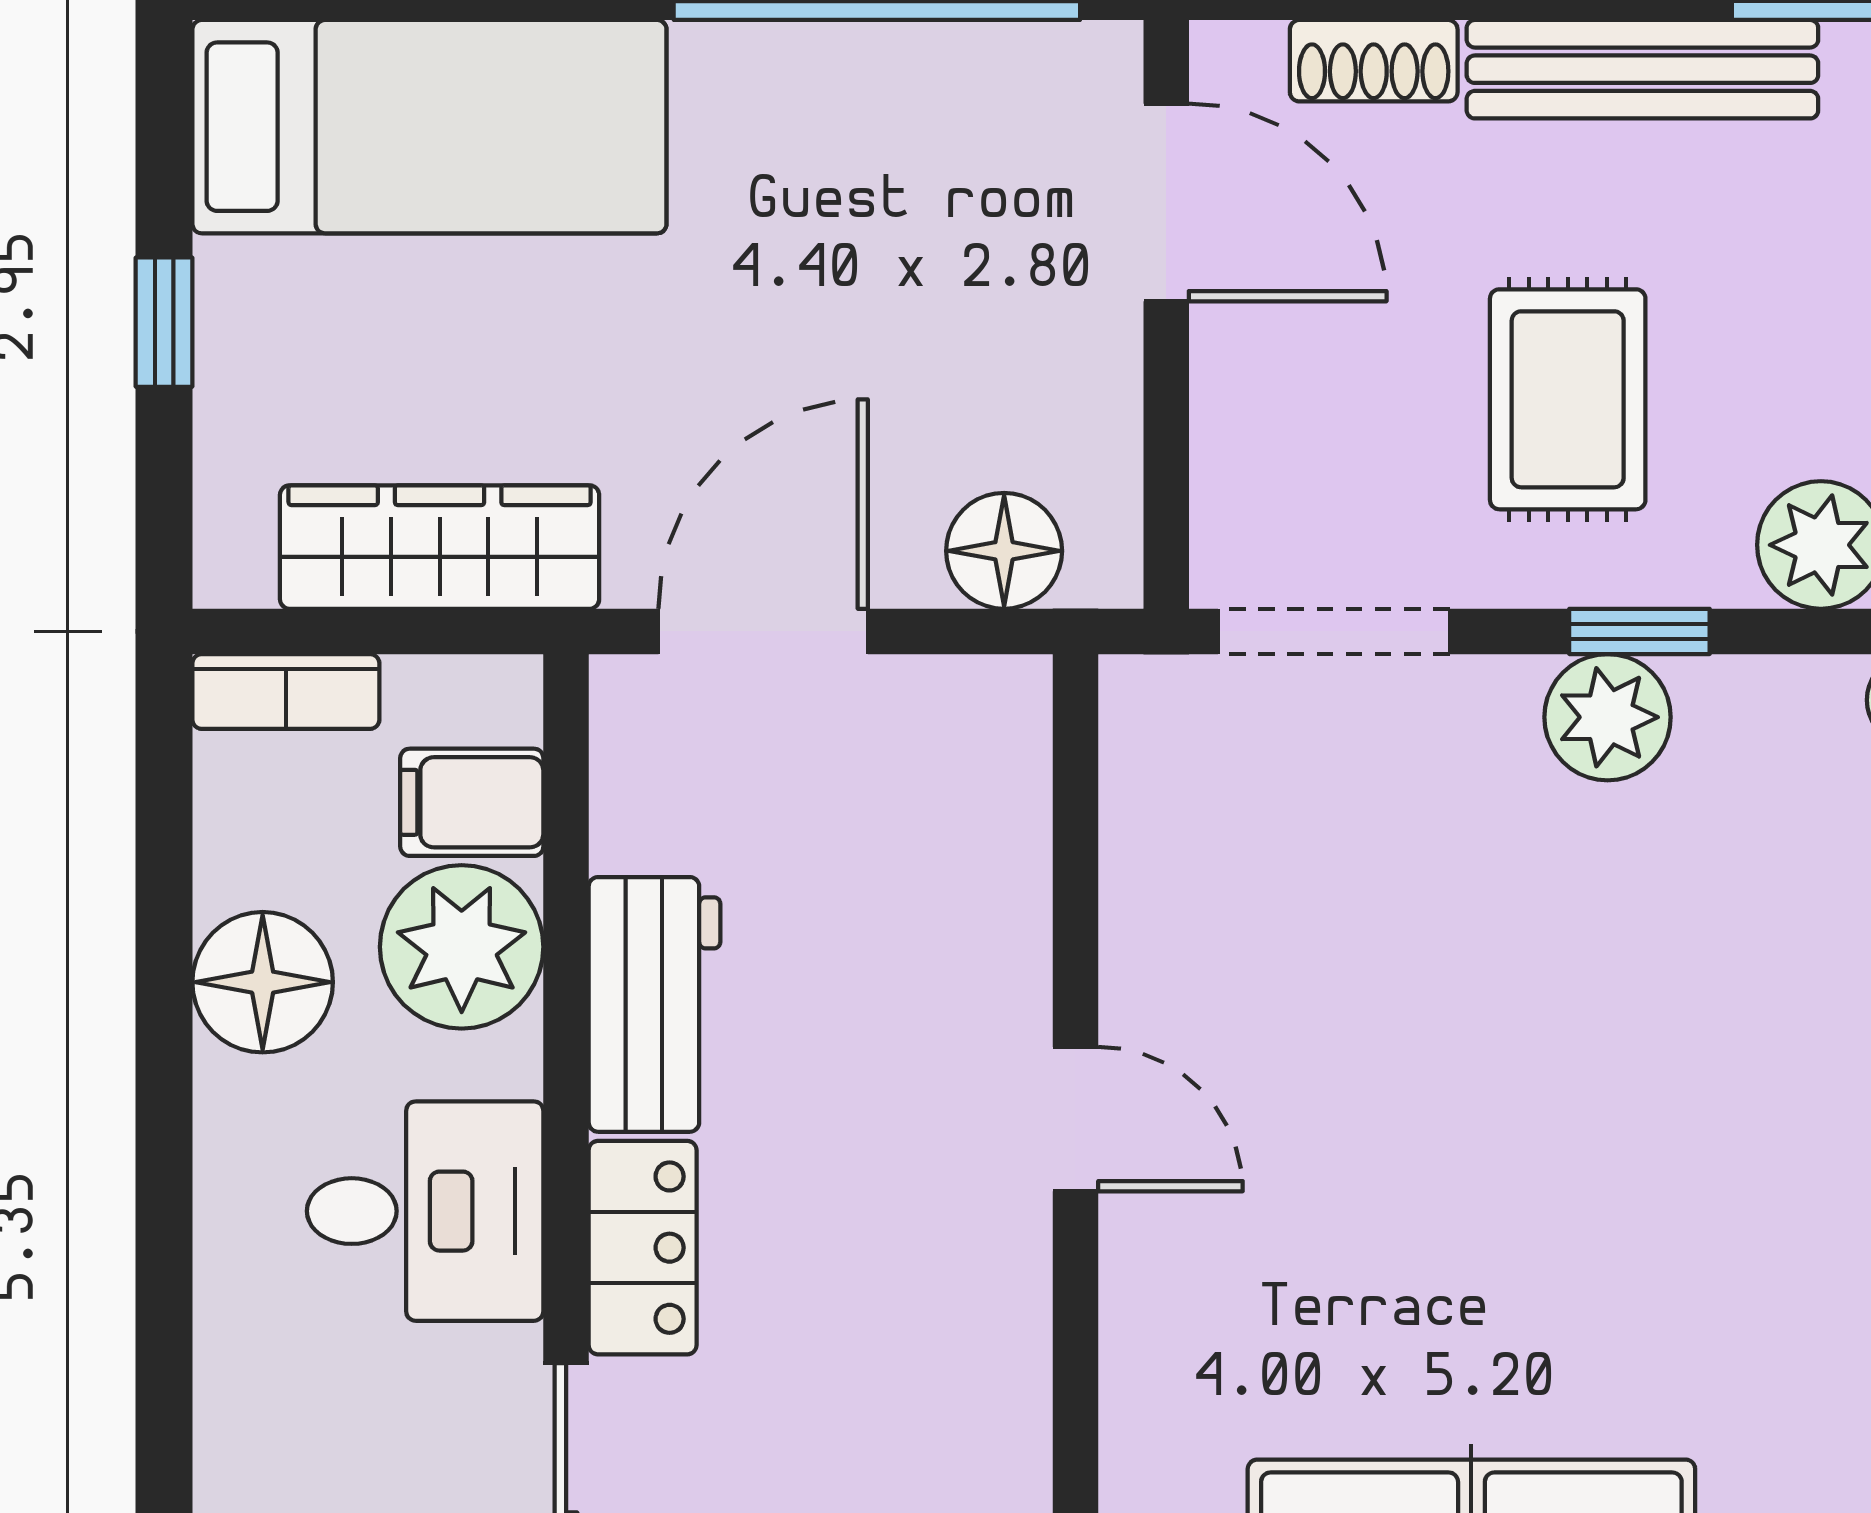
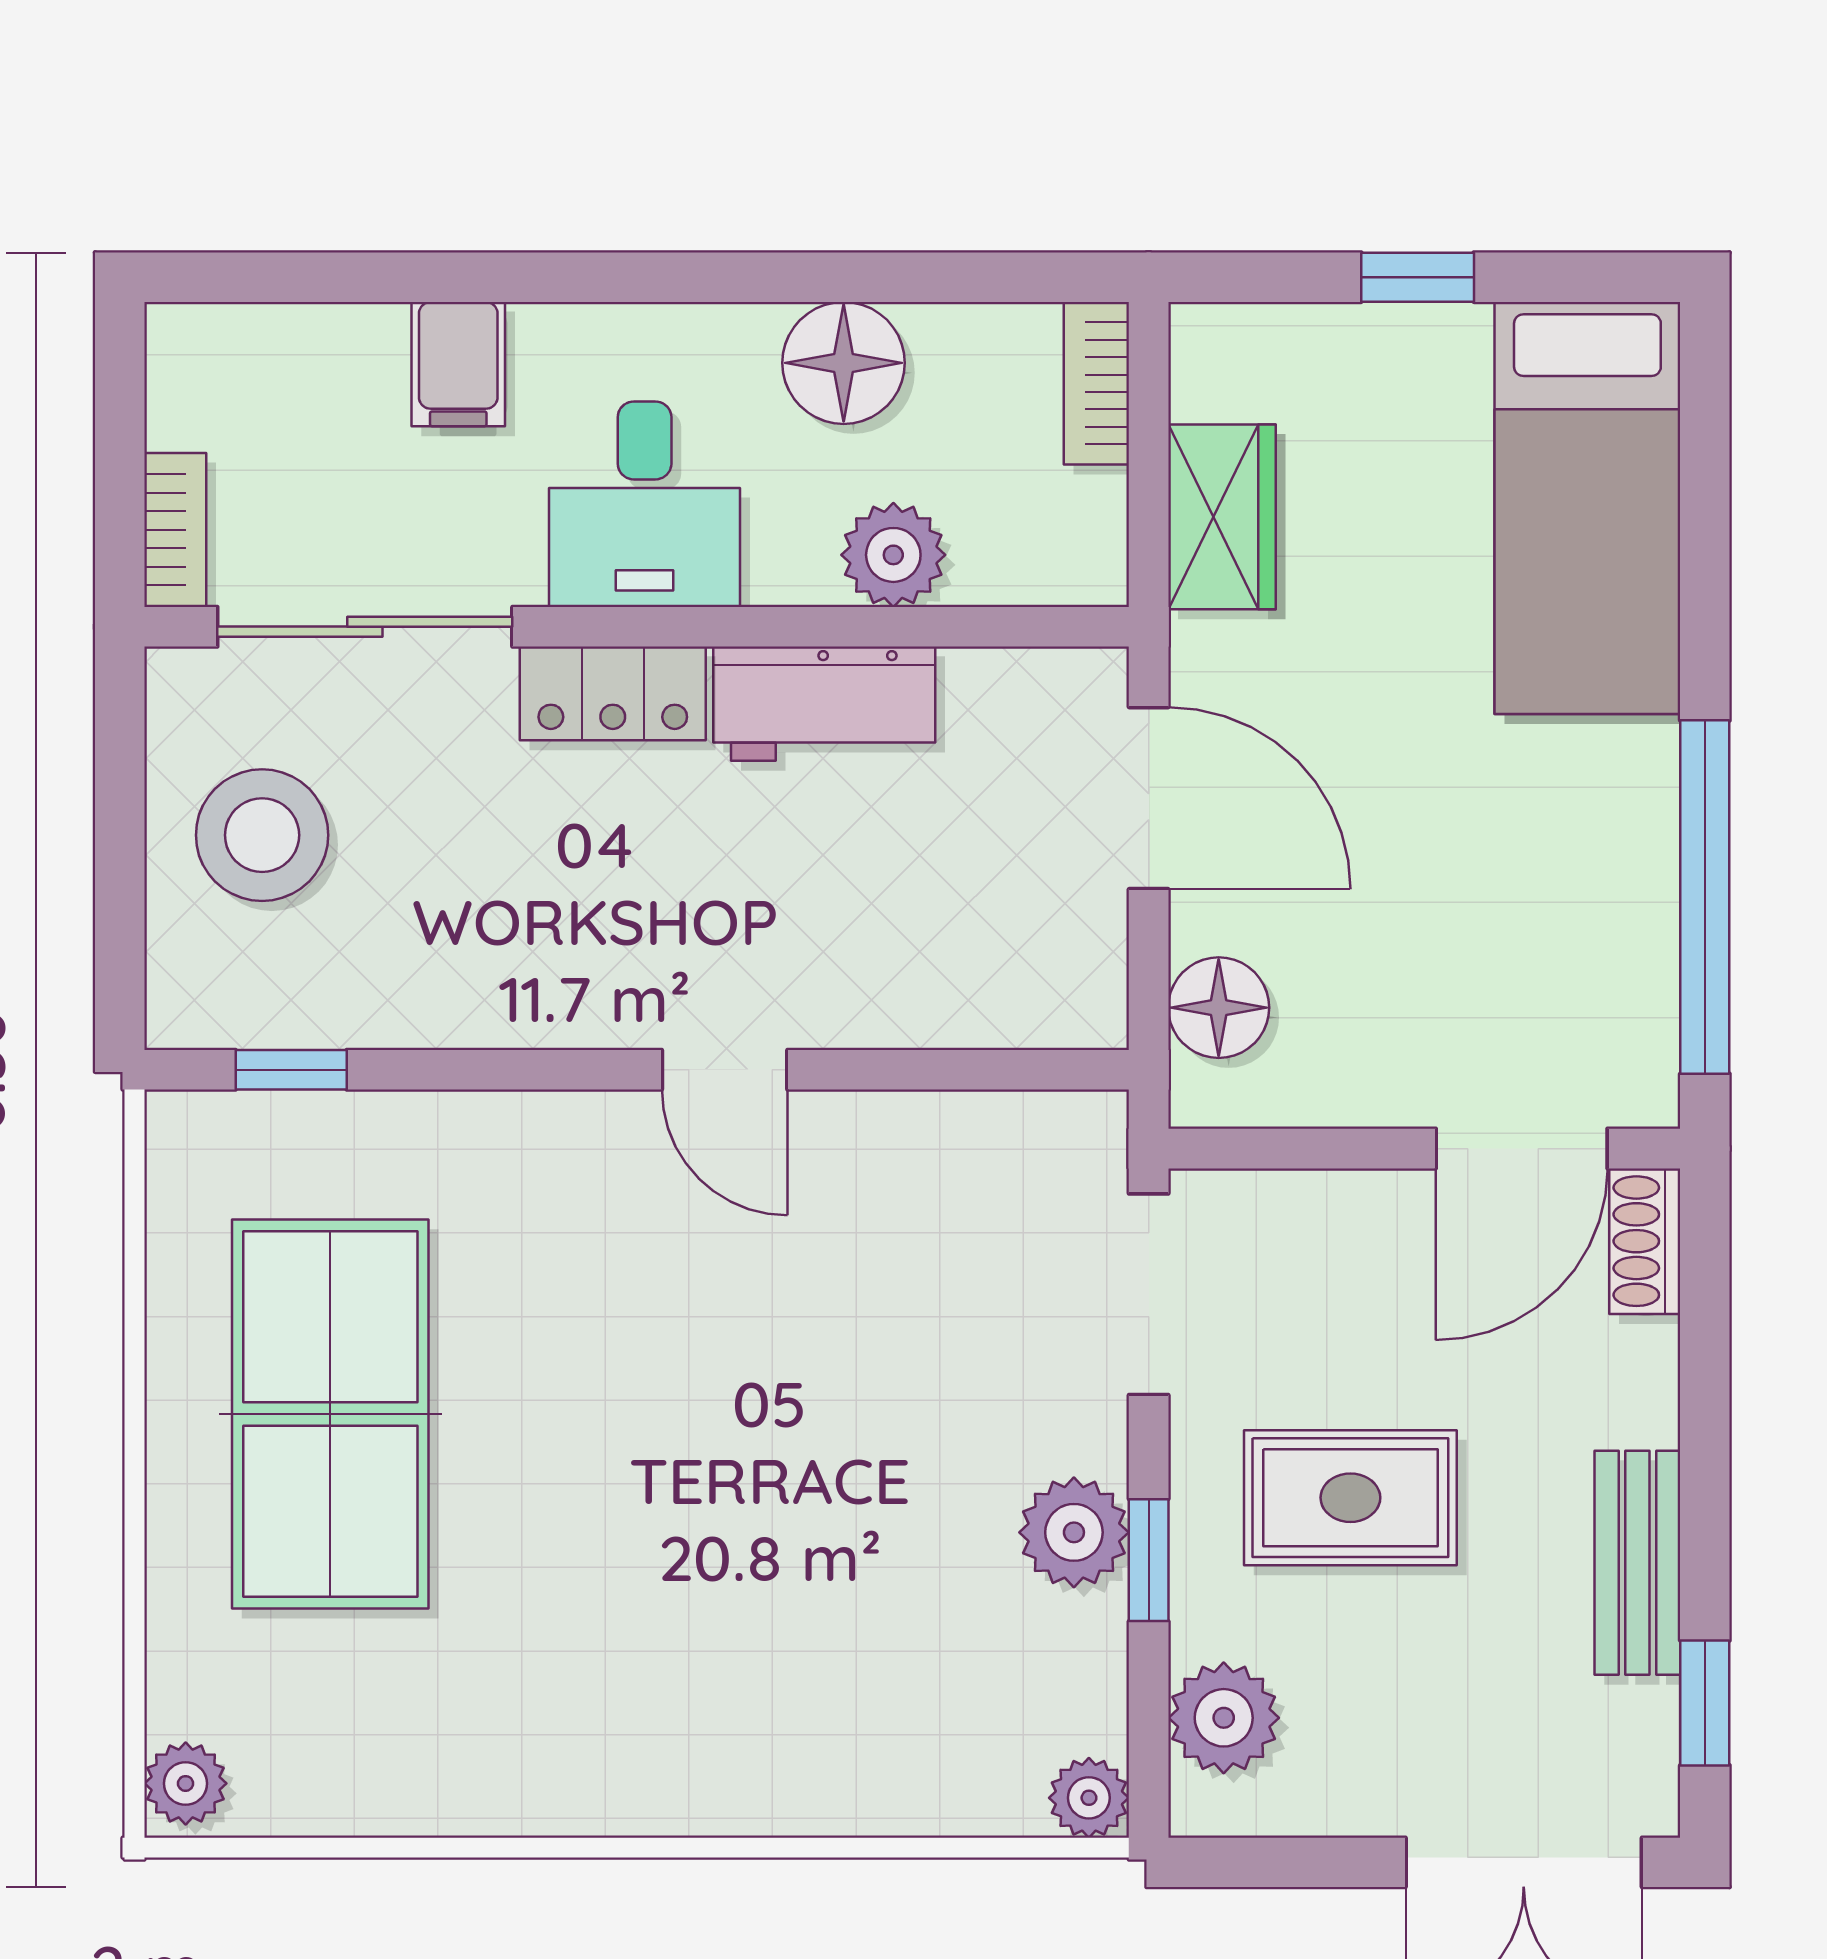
shoe rack: (1374, 61) -> (1645, 1241), moved
bench: (1642, 69) -> (1637, 1563), width x0.73
wardrobe: (440, 547) -> (1222, 517), width x0.67
filing cabinet: (472, 802) -> (458, 364), moved, turned 180
plant: (462, 947) -> (893, 555), width x0.73, depth x0.73
door: (1076, 1119) -> (725, 1070), hinge flipped

